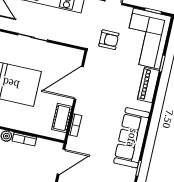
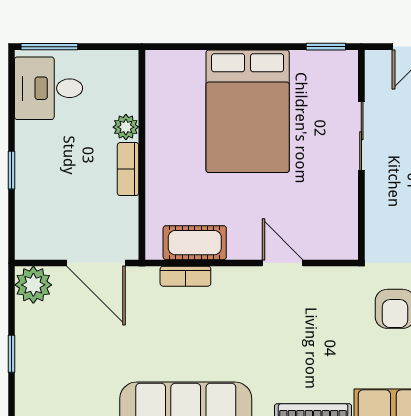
door: (79, 83) -> (282, 263), width x0.53

